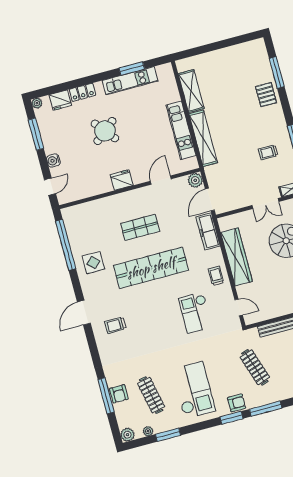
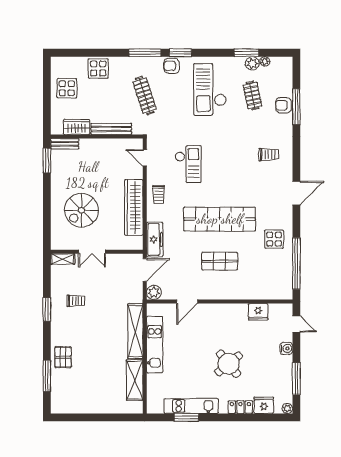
fridge: (122, 180) -> (258, 312), moved
door: (50, 187) -> (296, 324), swing flipped
double door: (265, 204) -> (92, 252), swing flipped
trolley: (115, 325) -> (269, 155), moved
armchair: (119, 394) -> (283, 105), turned -90
clothes rail: (151, 395) -> (252, 96), width x0.73
plant: (127, 435) -> (252, 63), moved

